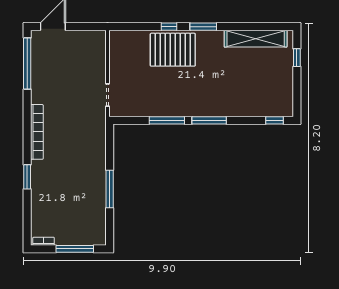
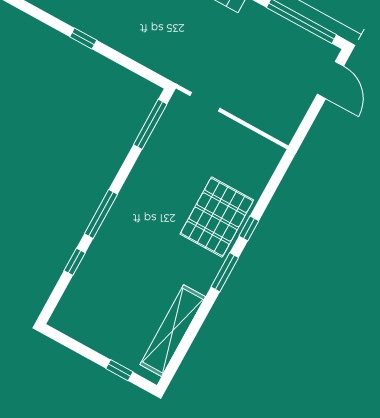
window: (167, 120) -> (150, 124), moved
window: (275, 120) -> (75, 262), moved
window: (110, 189) -> (83, 38), width x0.46

